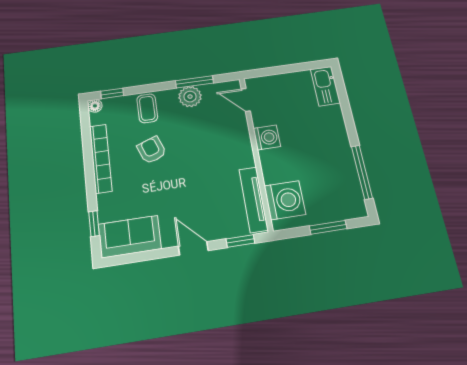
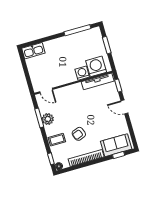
door: (246, 100) -> (46, 91), hinge flipped
washing machine: (267, 137) -> (82, 73), moved
sofa: (130, 237) -> (116, 145), moved, turned 90
door: (193, 248) -> (124, 107), hinge flipped

